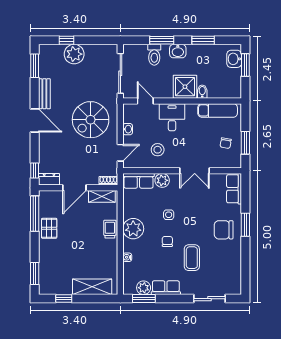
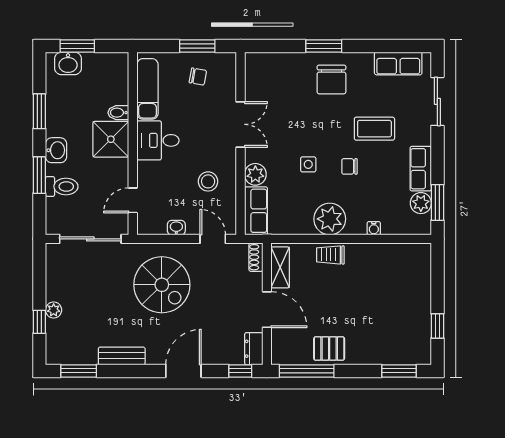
plant: (74, 54) -> (54, 310), width x0.53, depth x0.53
desk: (172, 117) -> (158, 140), moved
door: (35, 120) -> (183, 371), moved
row of seats: (234, 189) -> (398, 63), moved
shelving: (92, 287) -> (419, 282), removed

